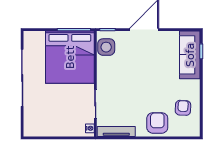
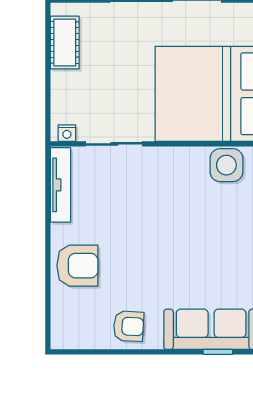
armchair: (183, 108) -> (129, 326), moved
cot: (44, 129) -> (65, 43), added

